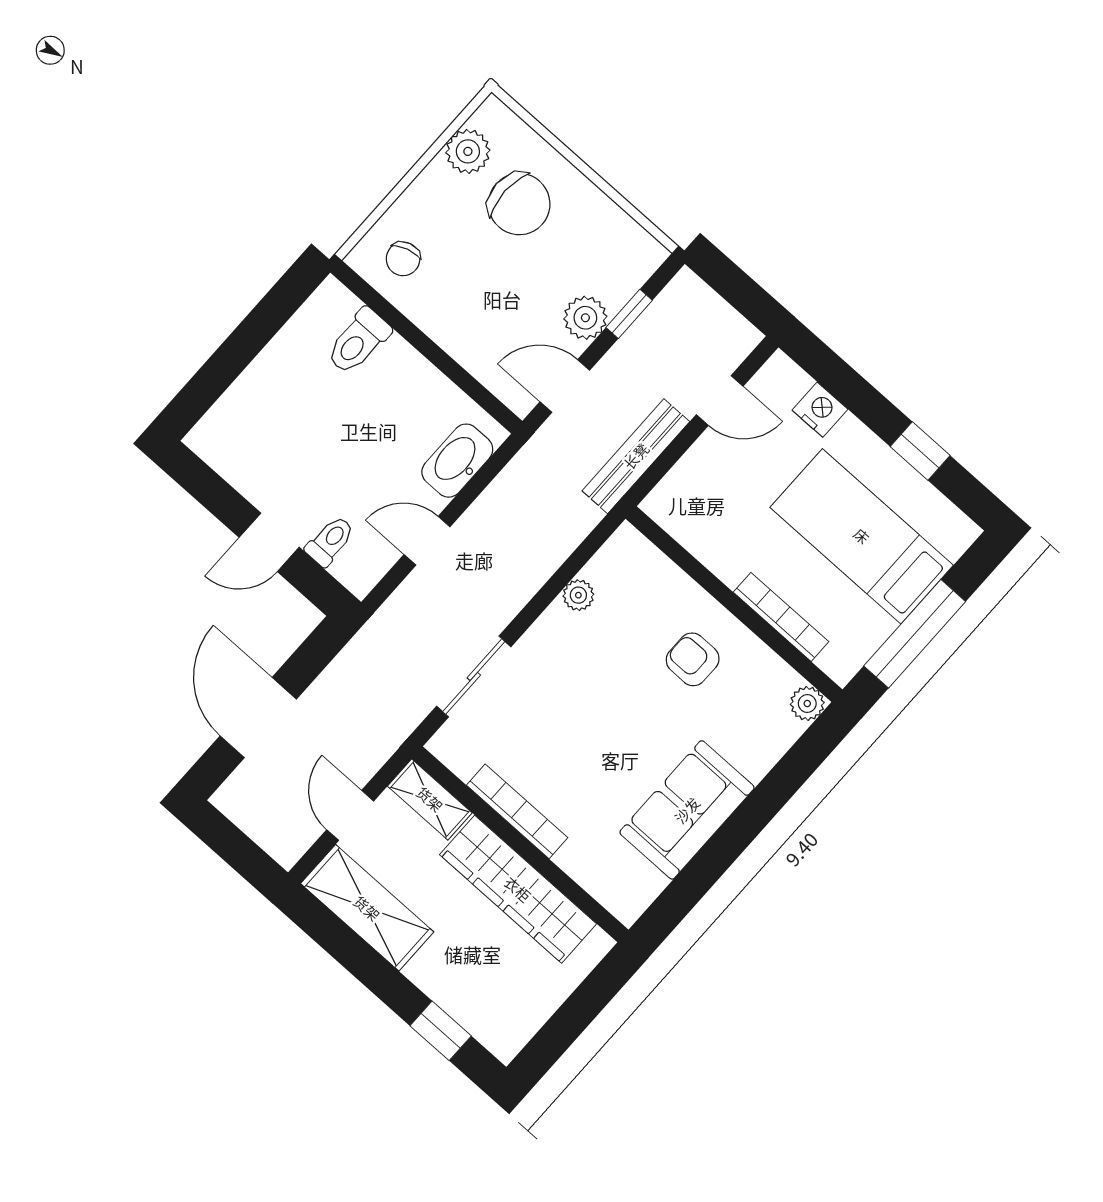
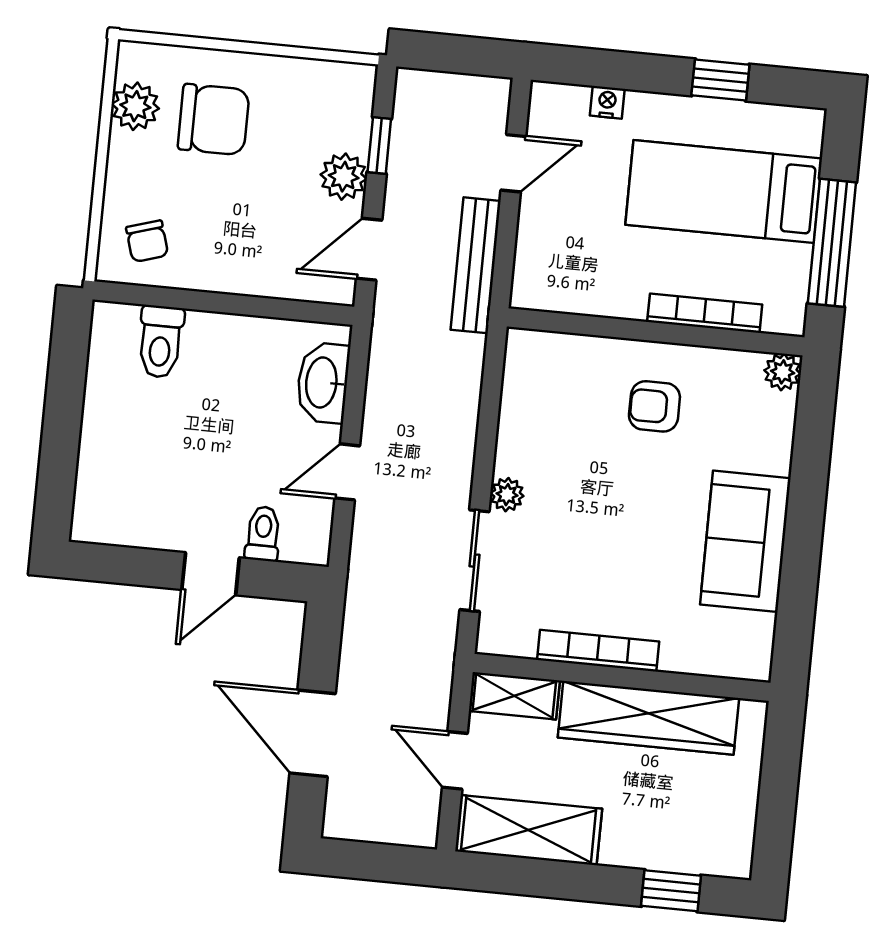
nightstand: (820, 410) -> (607, 102), width x0.72, depth x0.74
plant: (578, 595) -> (507, 495), moved

